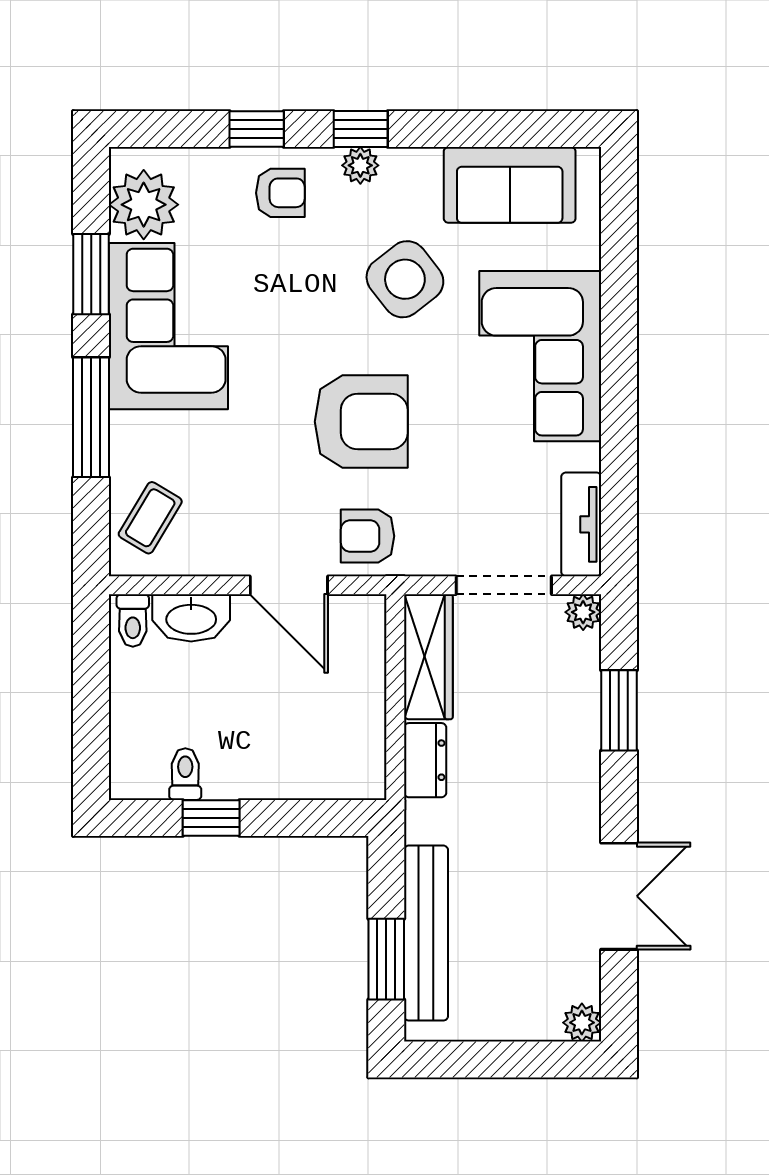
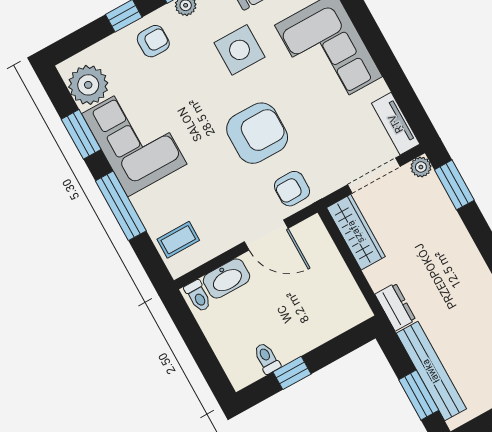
side table: (405, 279) -> (240, 50), turned 38
coffee table: (150, 518) -> (178, 240), turned 59
window: (619, 710) -> (454, 185), moved
dresser: (425, 760) -> (395, 307), moved

